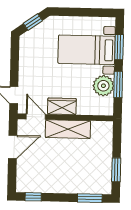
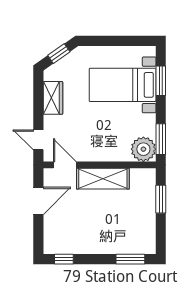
window: (118, 84) -> (161, 139), moved
plant: (103, 86) -> (143, 149), moved
wardrobe: (62, 106) -> (53, 98), moved, turned 90
window: (116, 170) -> (161, 199), moved

